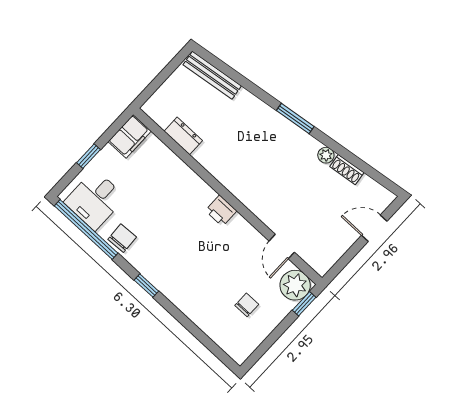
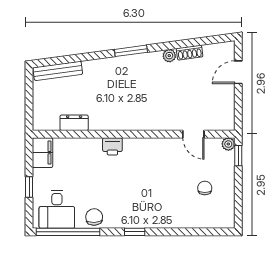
printer: (221, 211) -> (112, 146), moved
plant: (295, 285) -> (228, 144), width x0.53, depth x0.53

